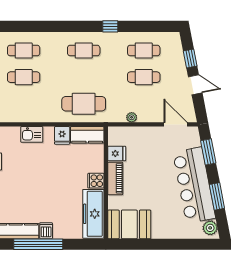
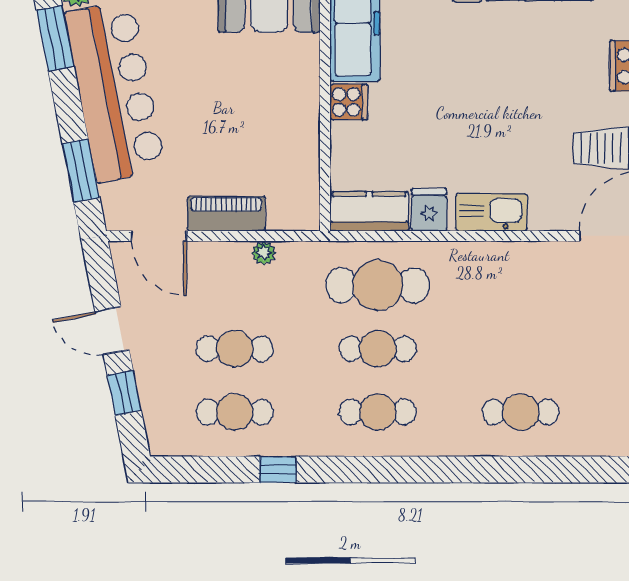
window: (110, 26) -> (278, 470), moved
cafe table: (24, 77) -> (378, 349), moved
kitchen sink: (32, 134) -> (491, 212), width x1.38
fridge: (117, 154) -> (299, 167), removed
piano: (115, 178) -> (226, 214), moved, turned 90
window: (217, 196) -> (55, 38), moved

